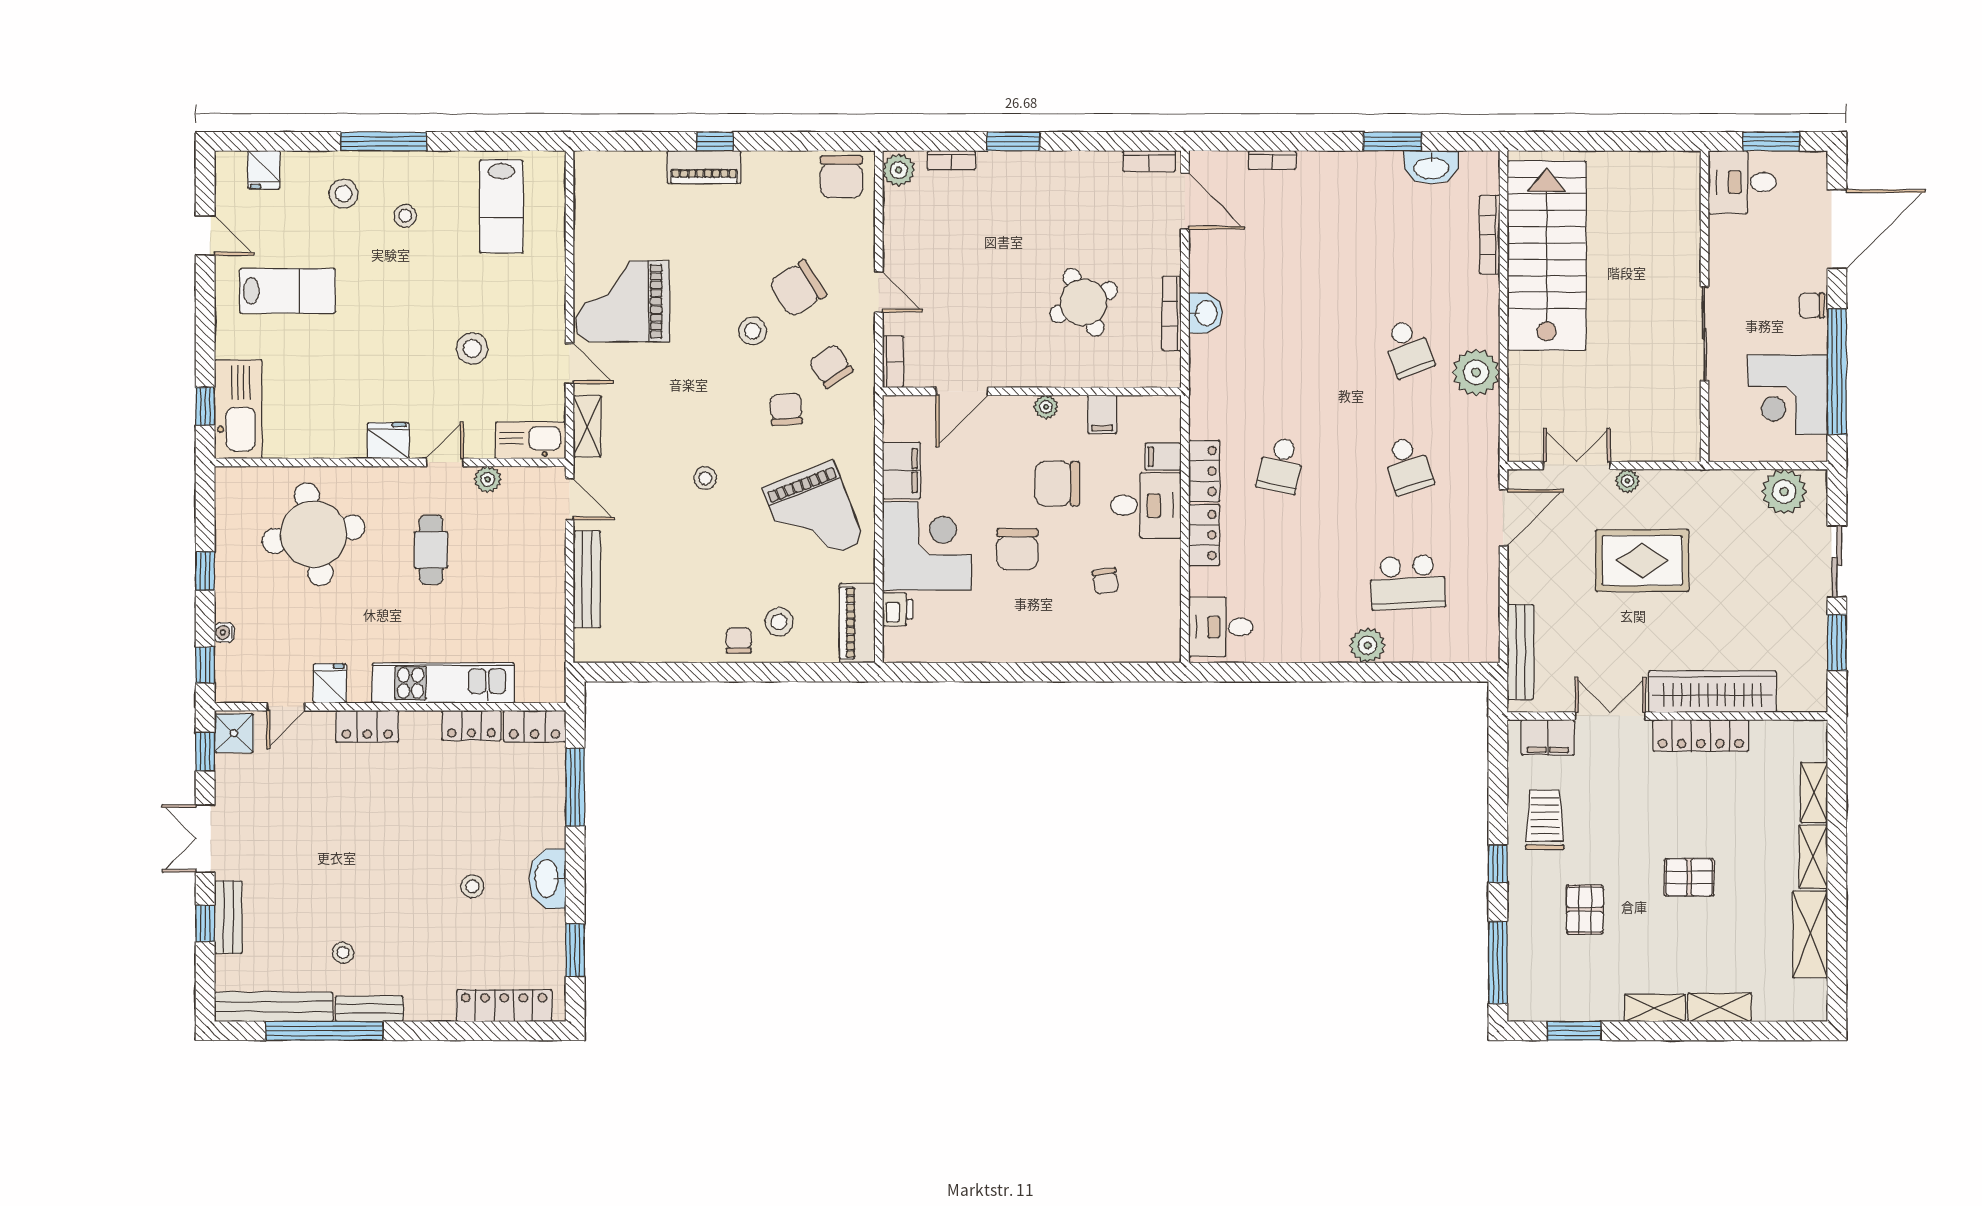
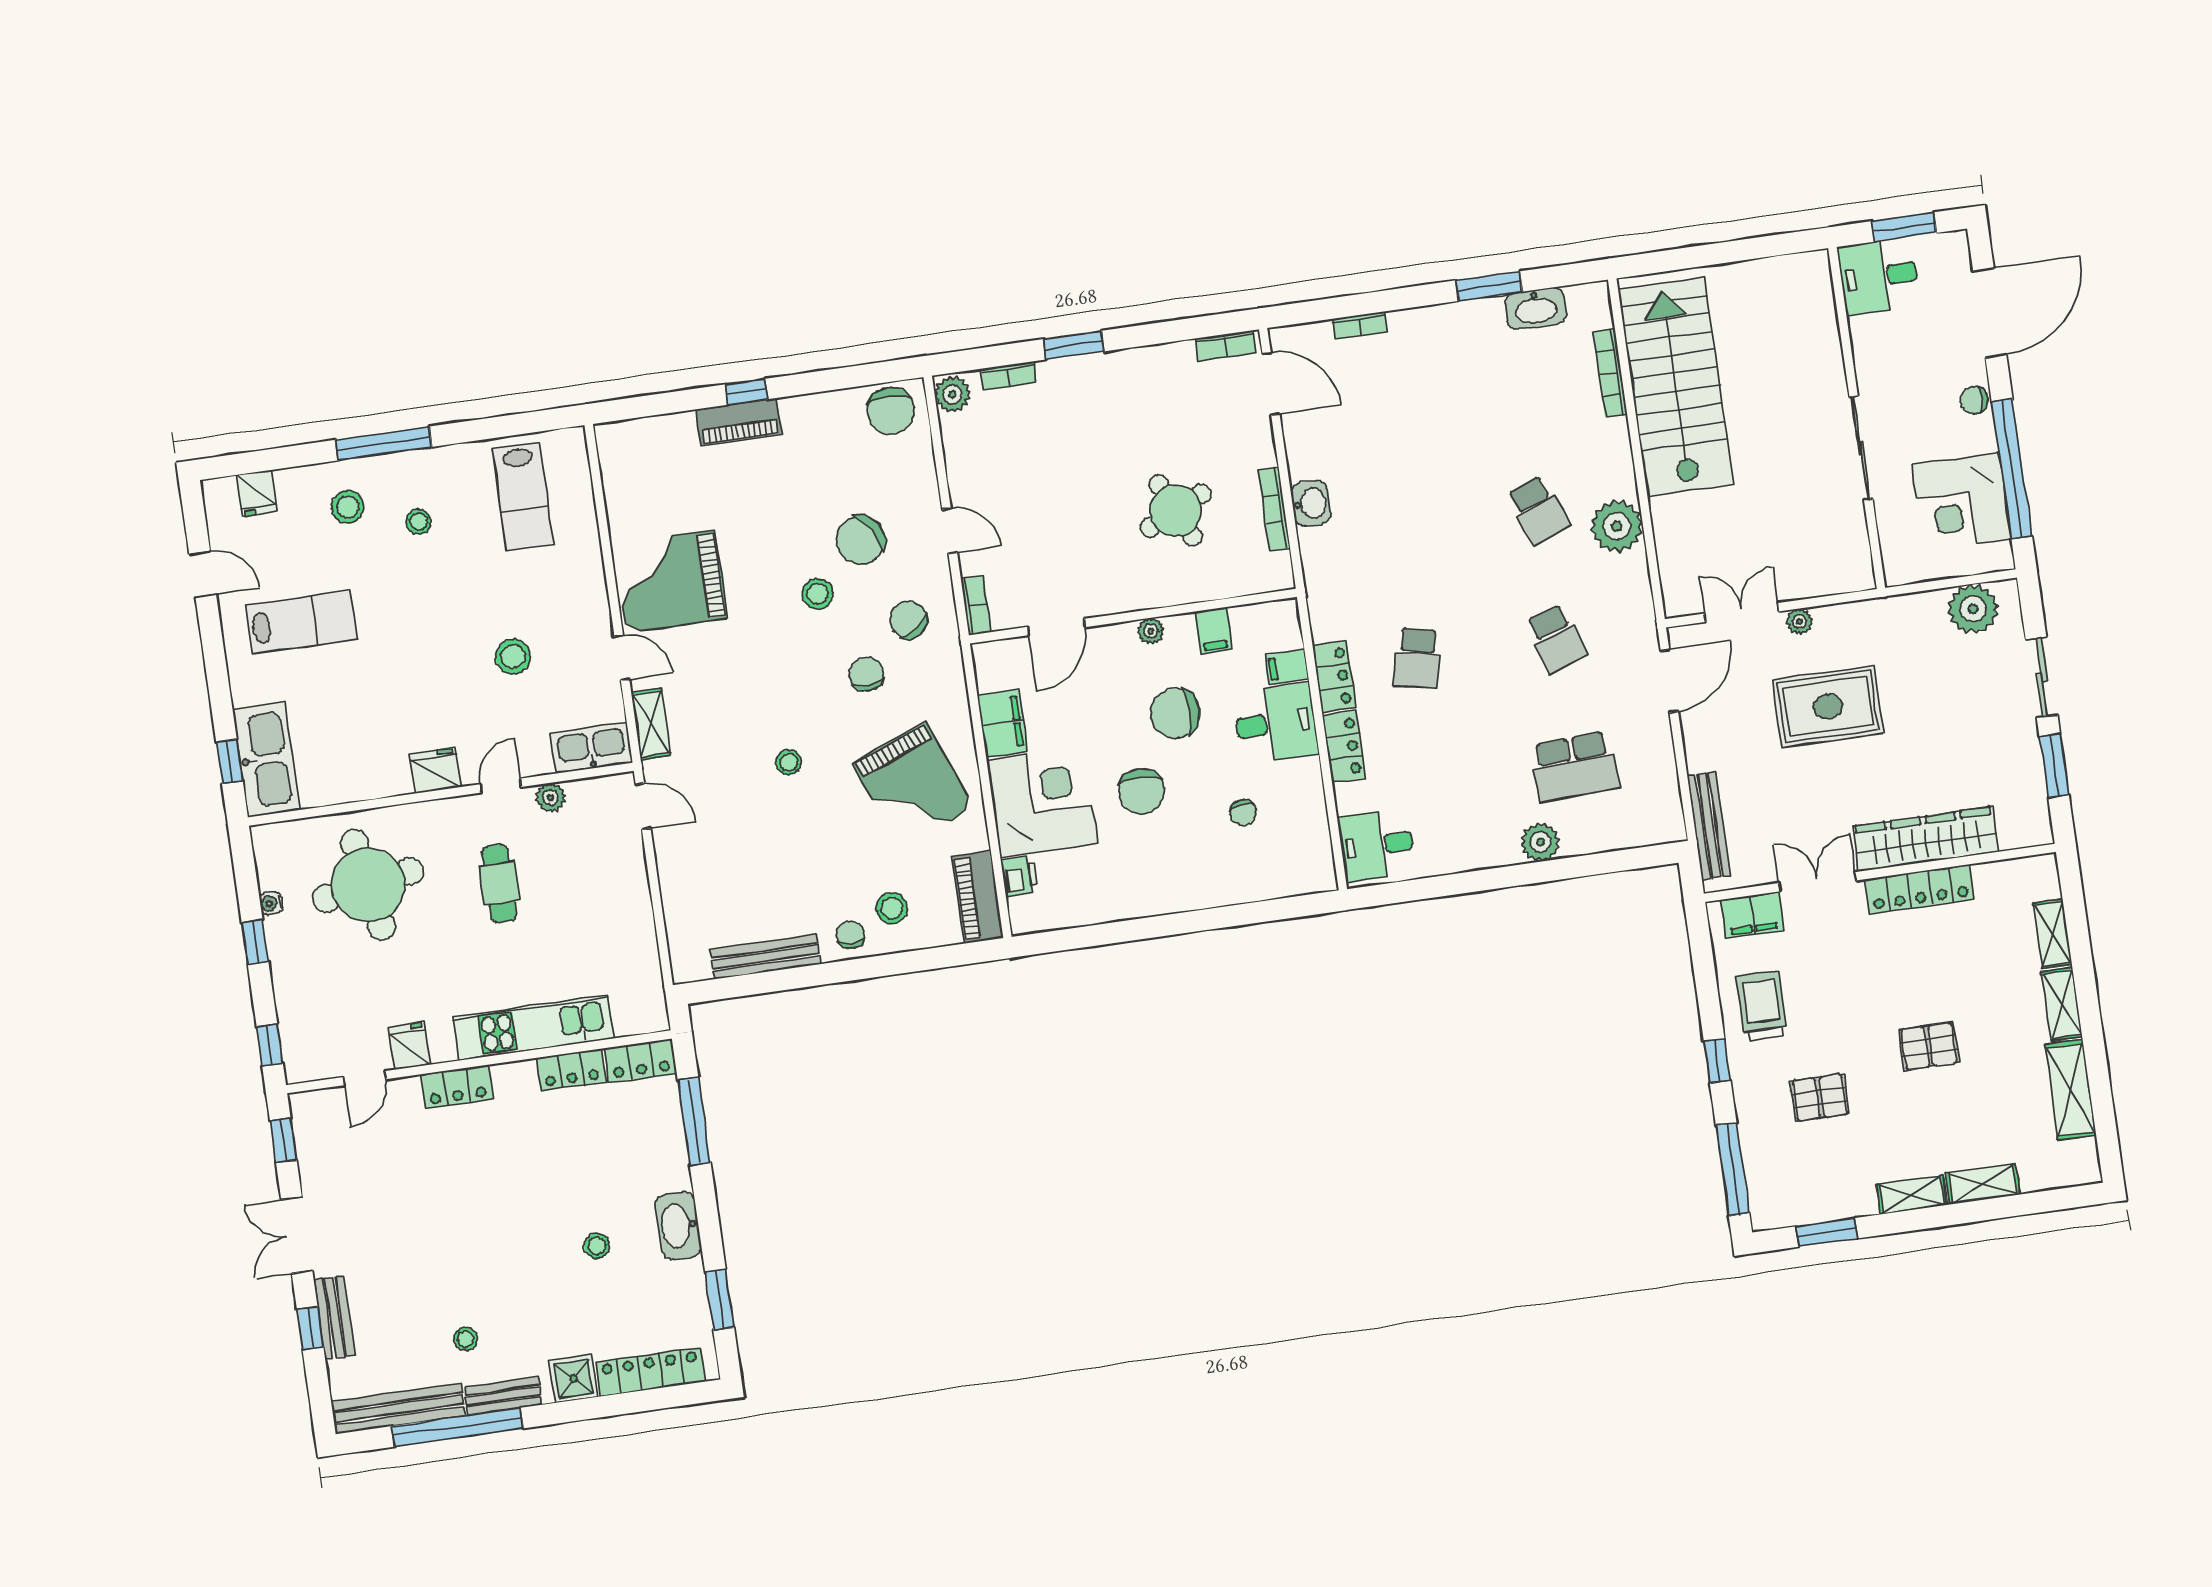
bench: (587, 579) -> (766, 957), moved, turned 90
water cooler: (224, 632) -> (271, 903), moved
shower: (234, 733) -> (573, 1379), moved
pallet: (1585, 909) -> (1820, 1098), turned 90

